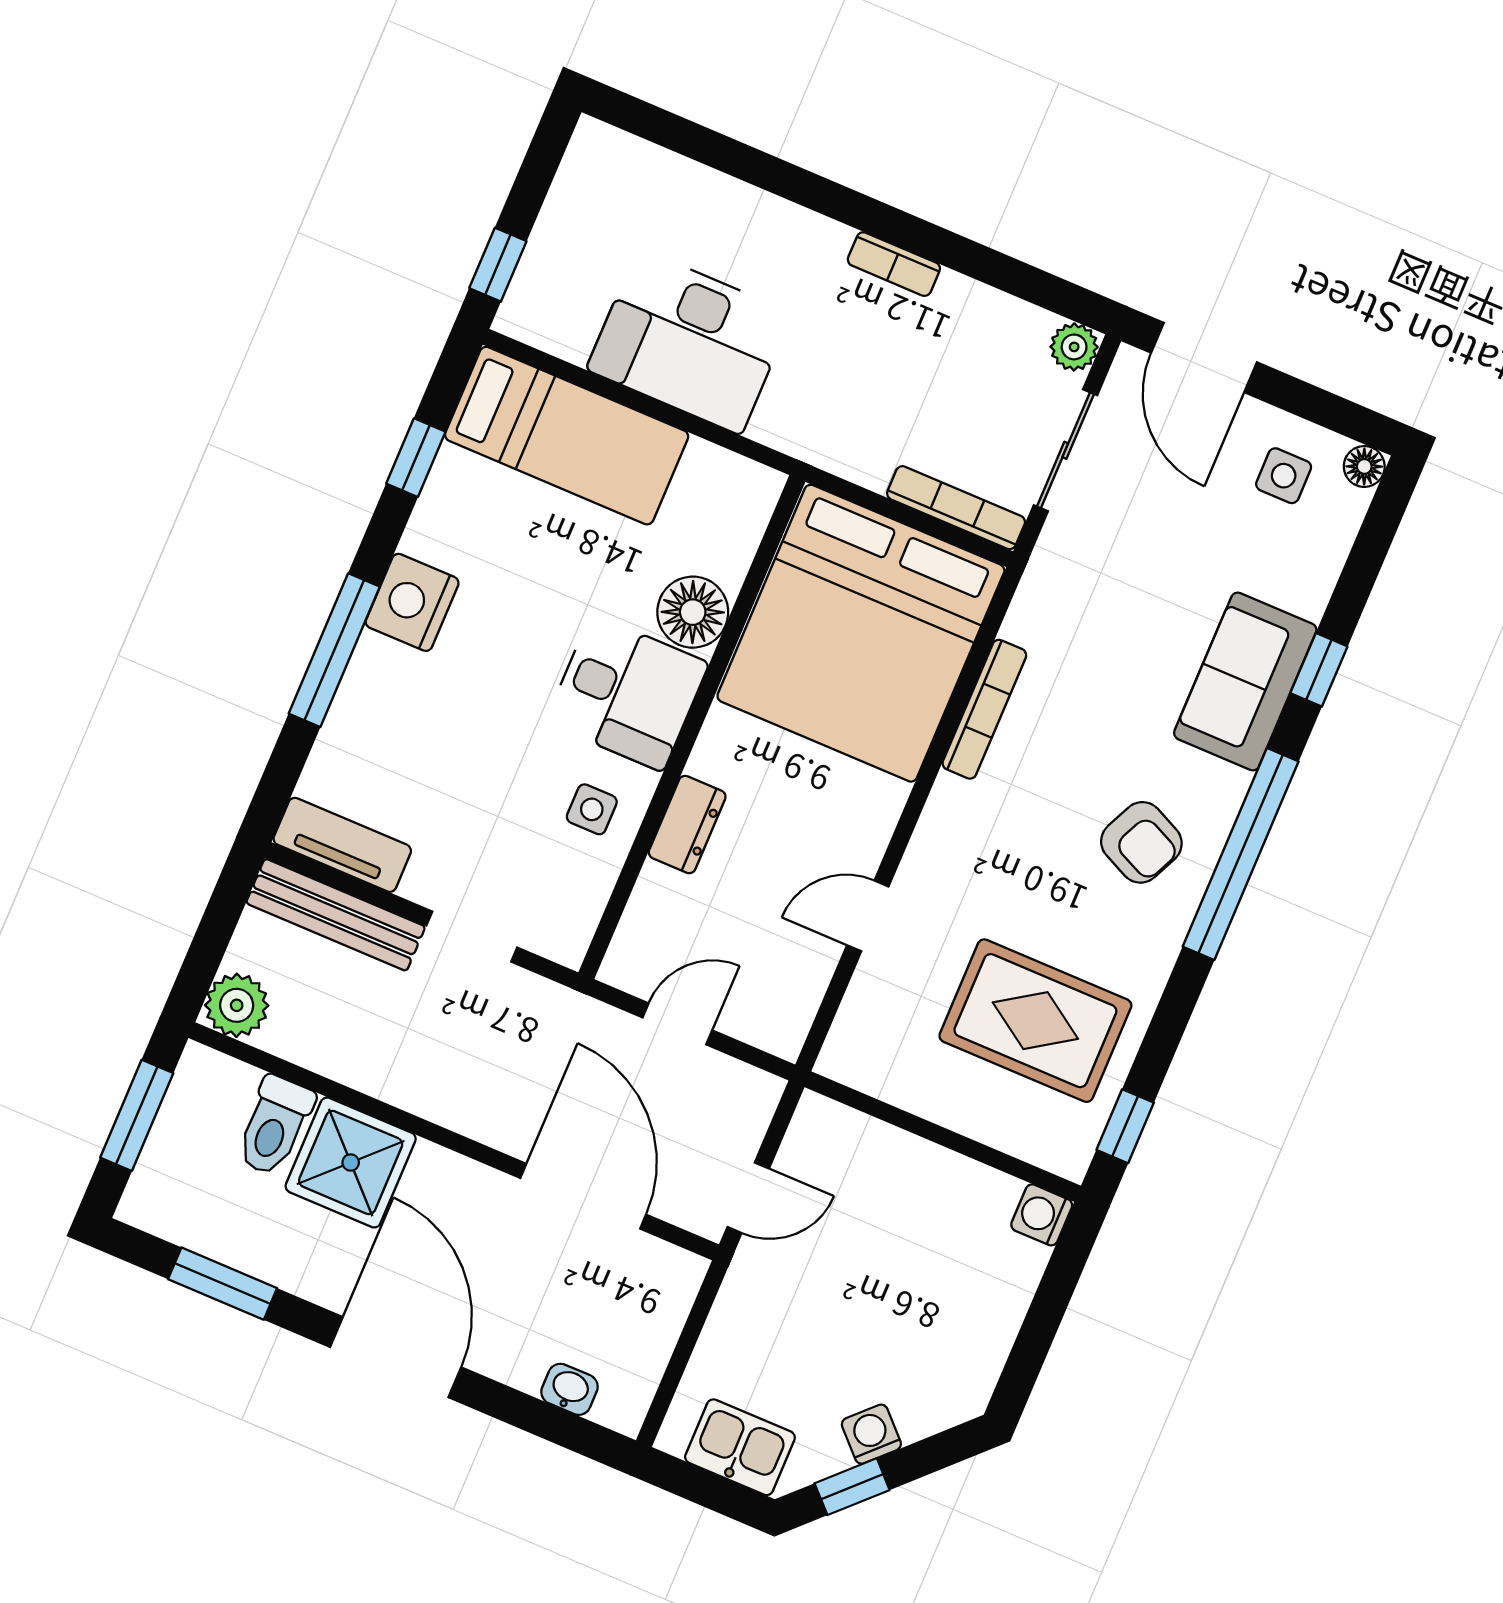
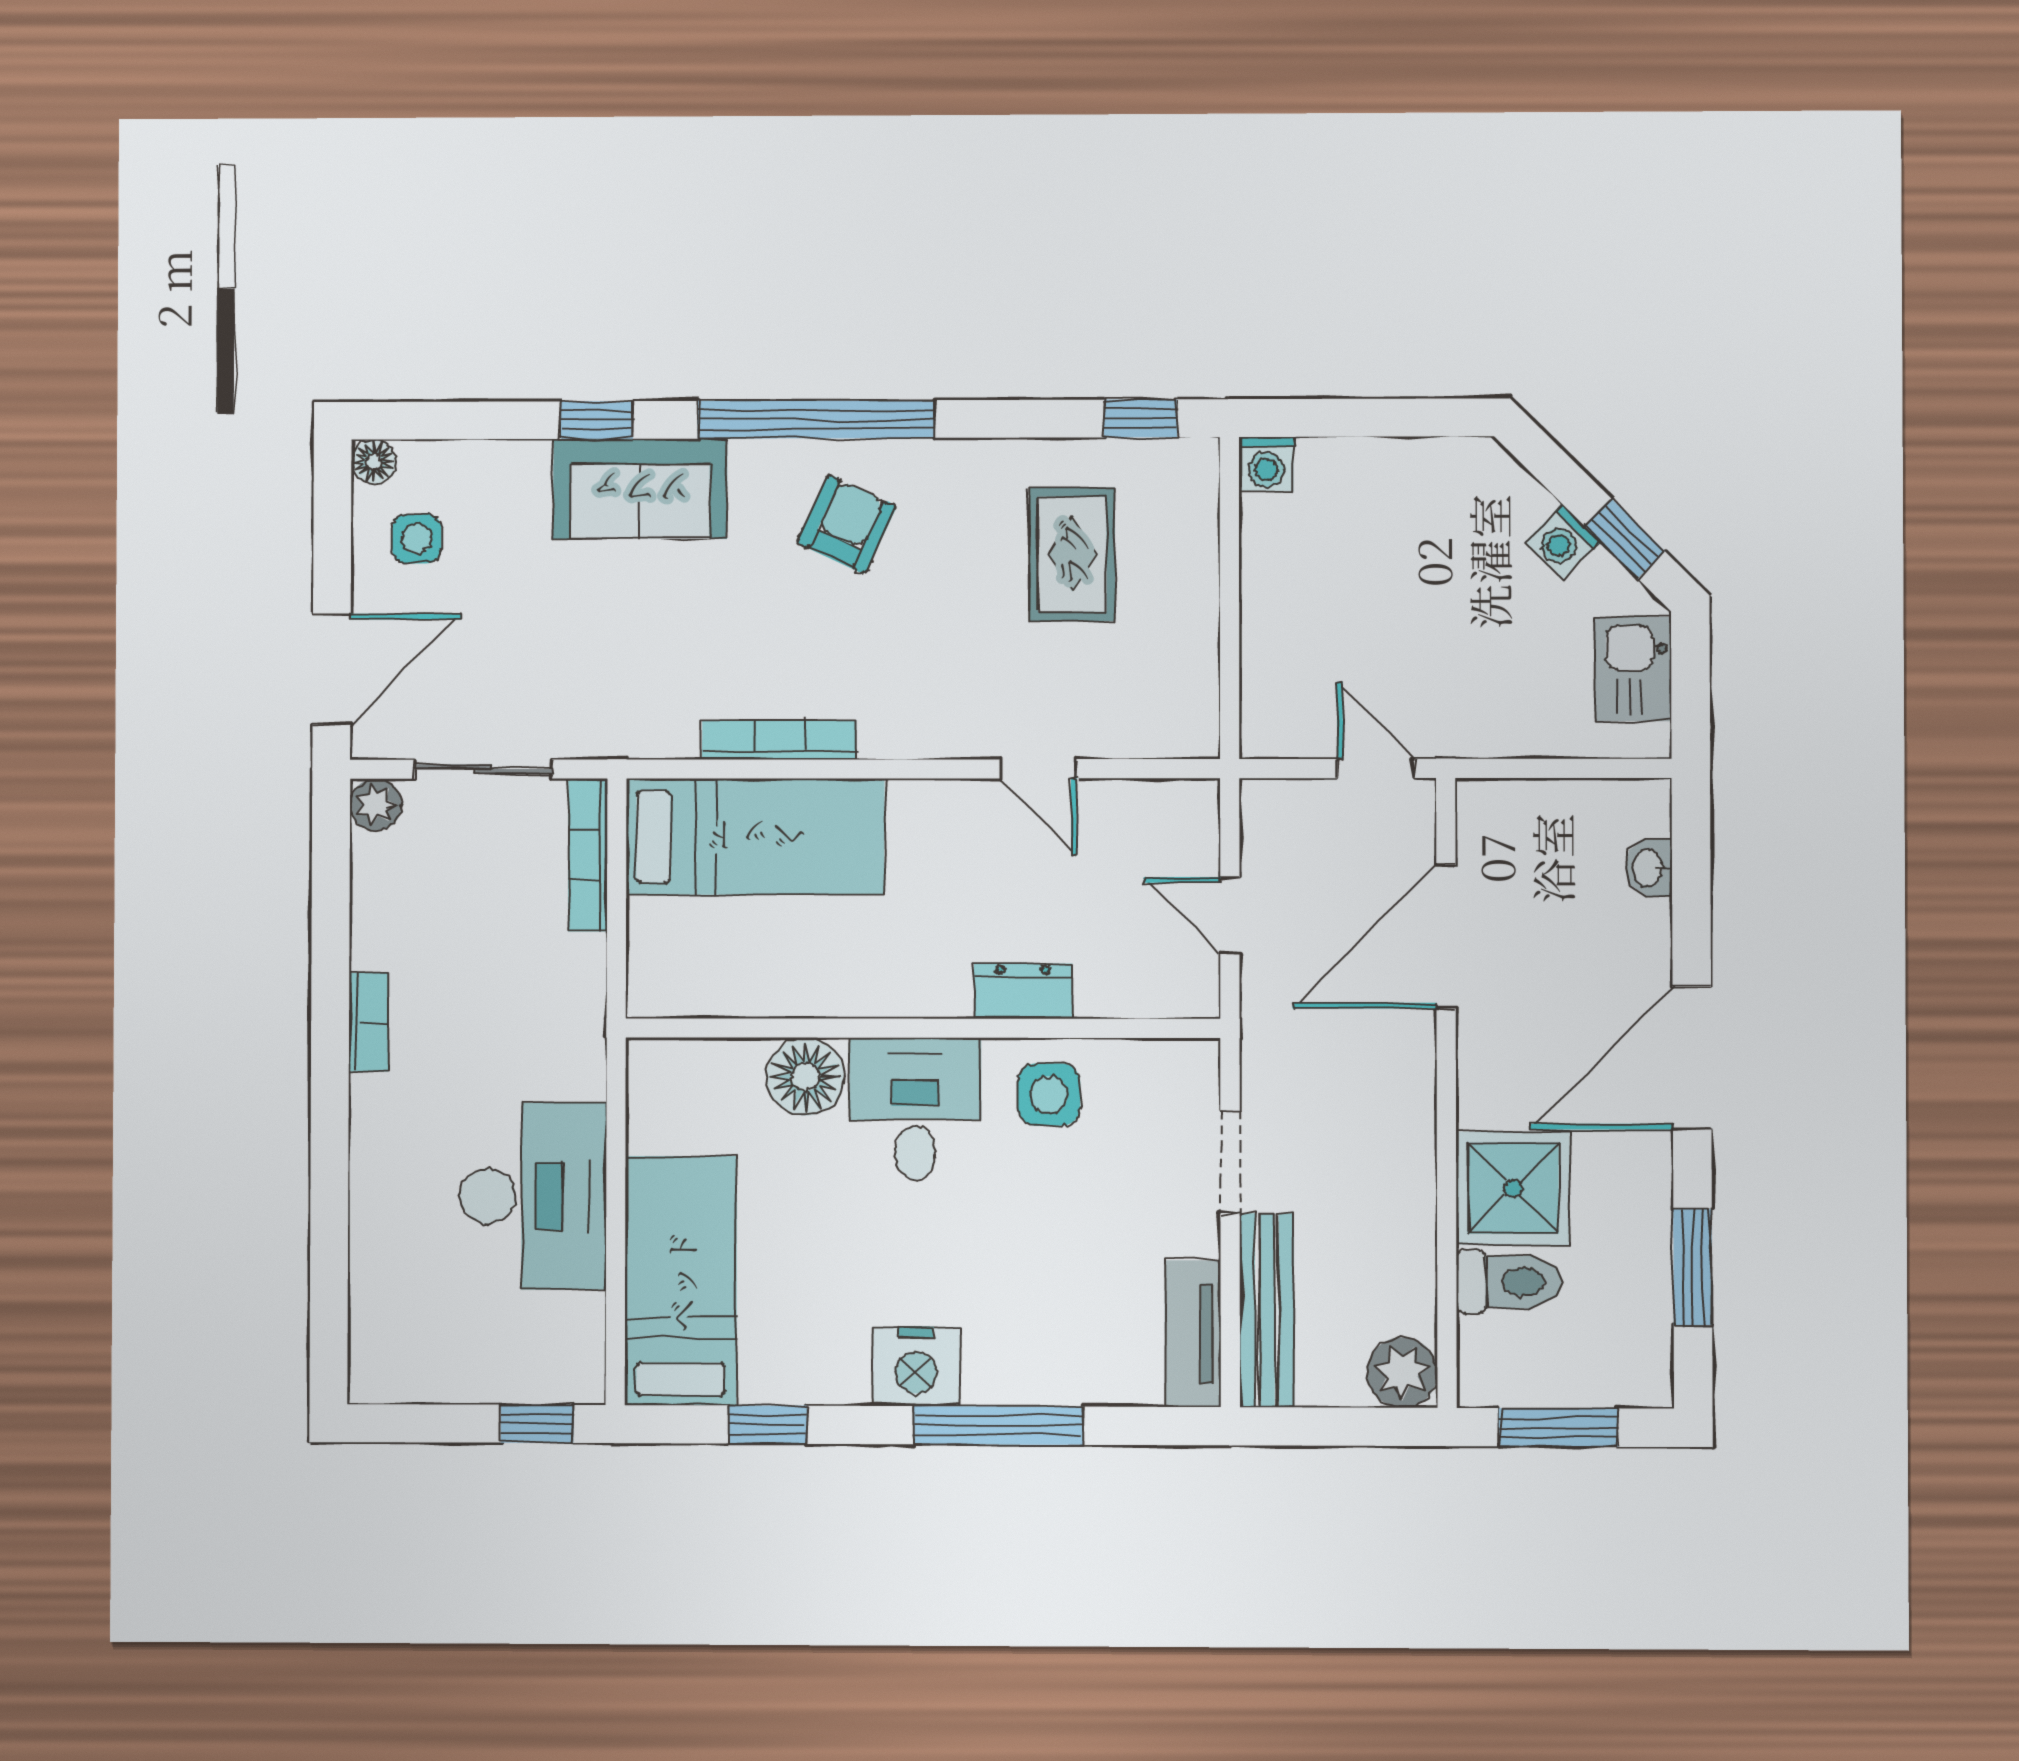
bed: (861, 633) -> (755, 837), width x0.49
side table: (592, 809) -> (1049, 1095), width x1.37, depth x1.37
rug: (1035, 1021) -> (1072, 554), width x0.73, depth x0.70

